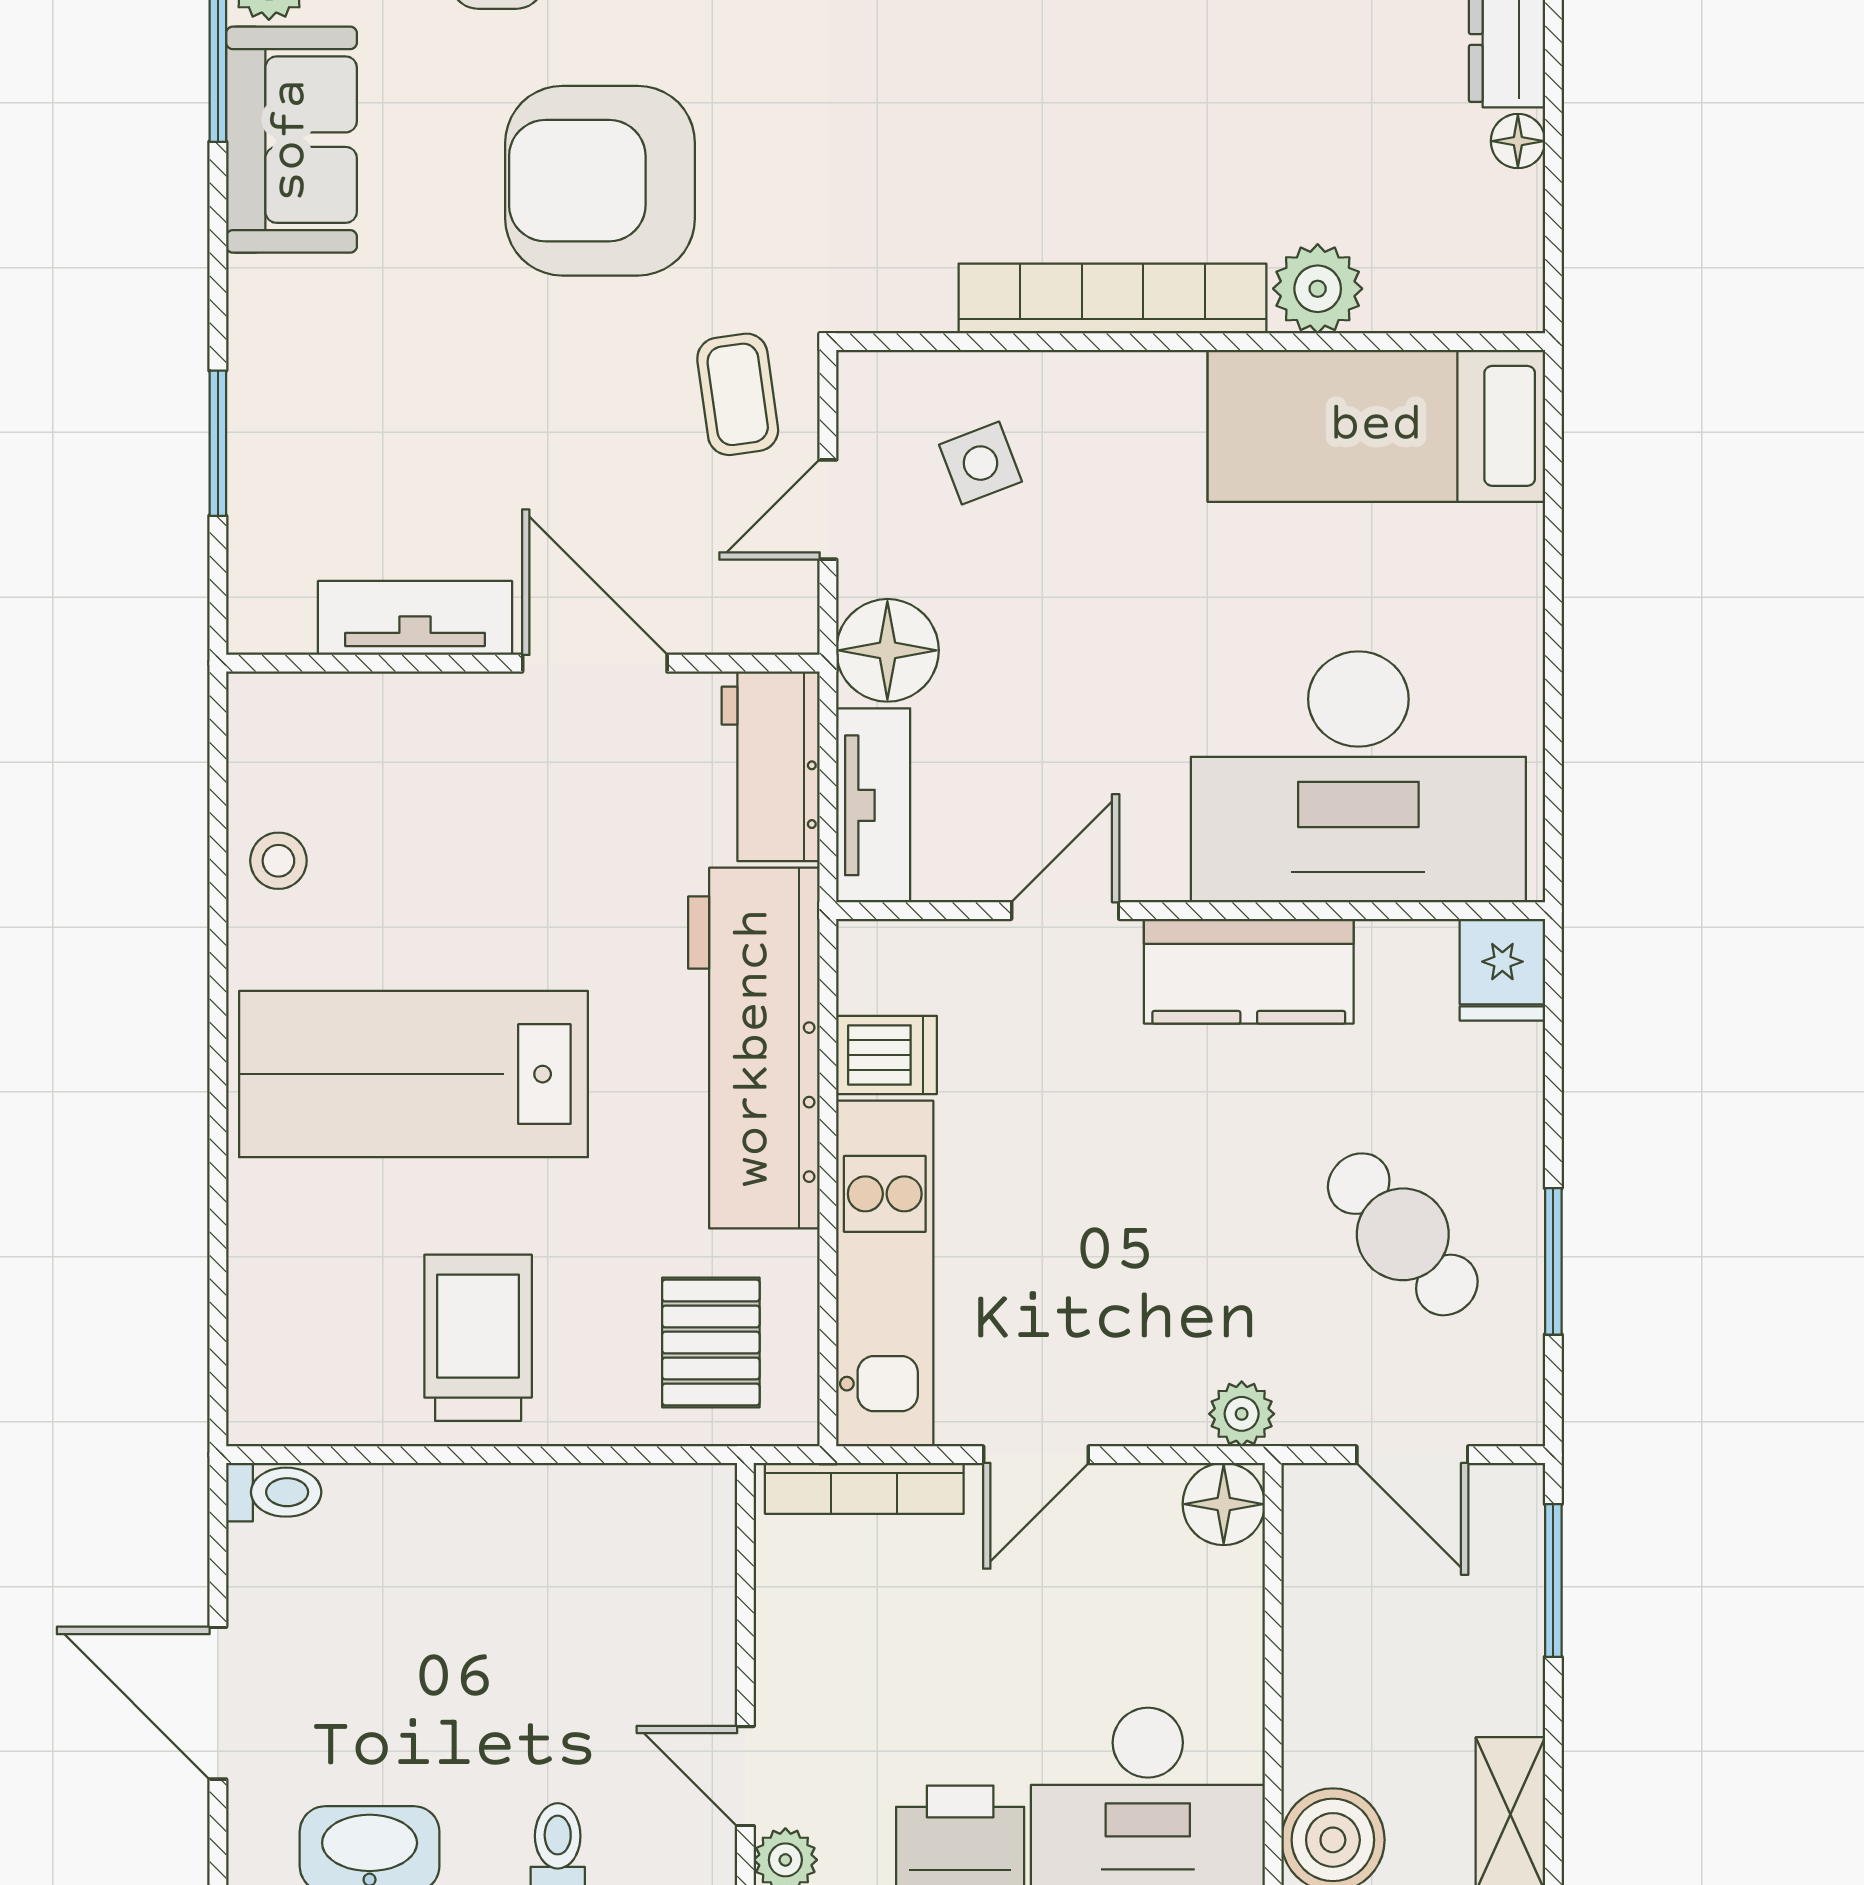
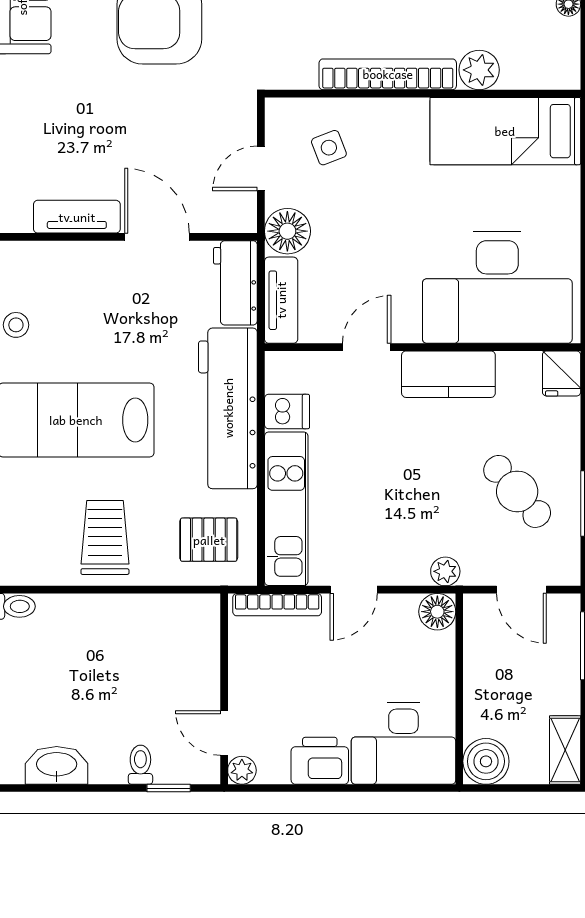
coffee table: (738, 394) -> (221, 117), removed
pallet: (711, 1343) -> (209, 540), turned 90

